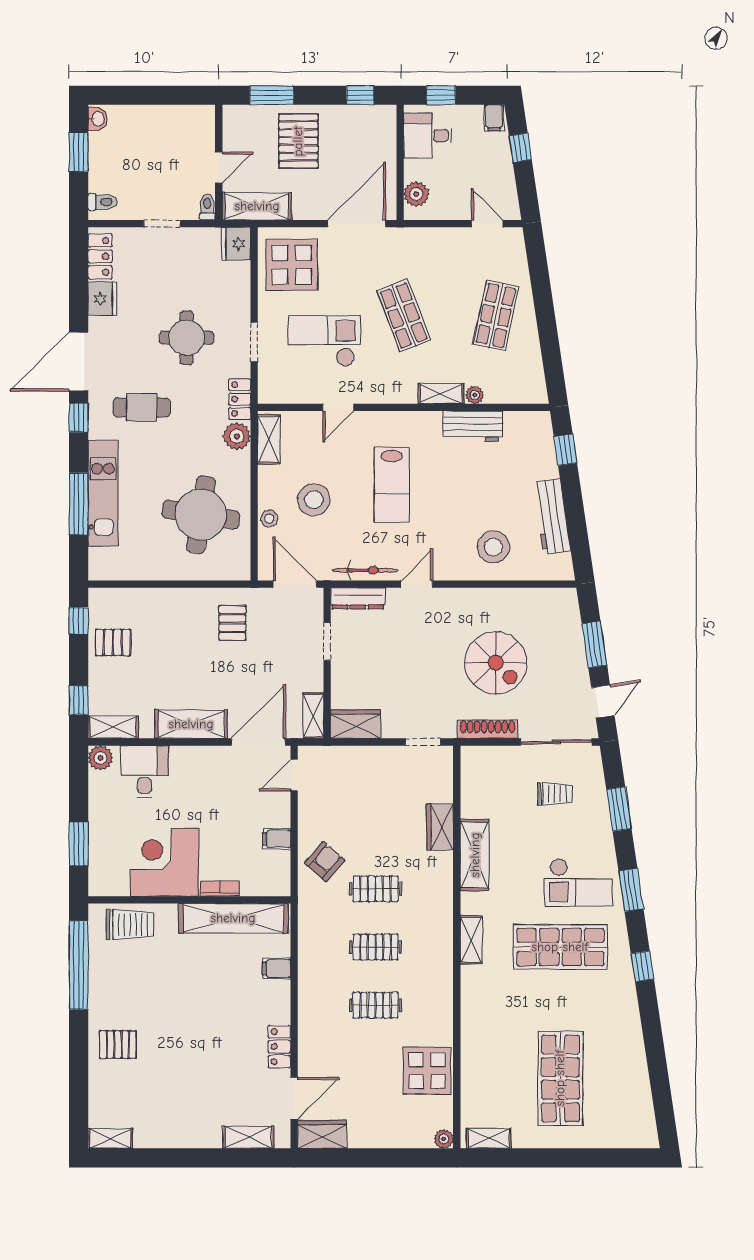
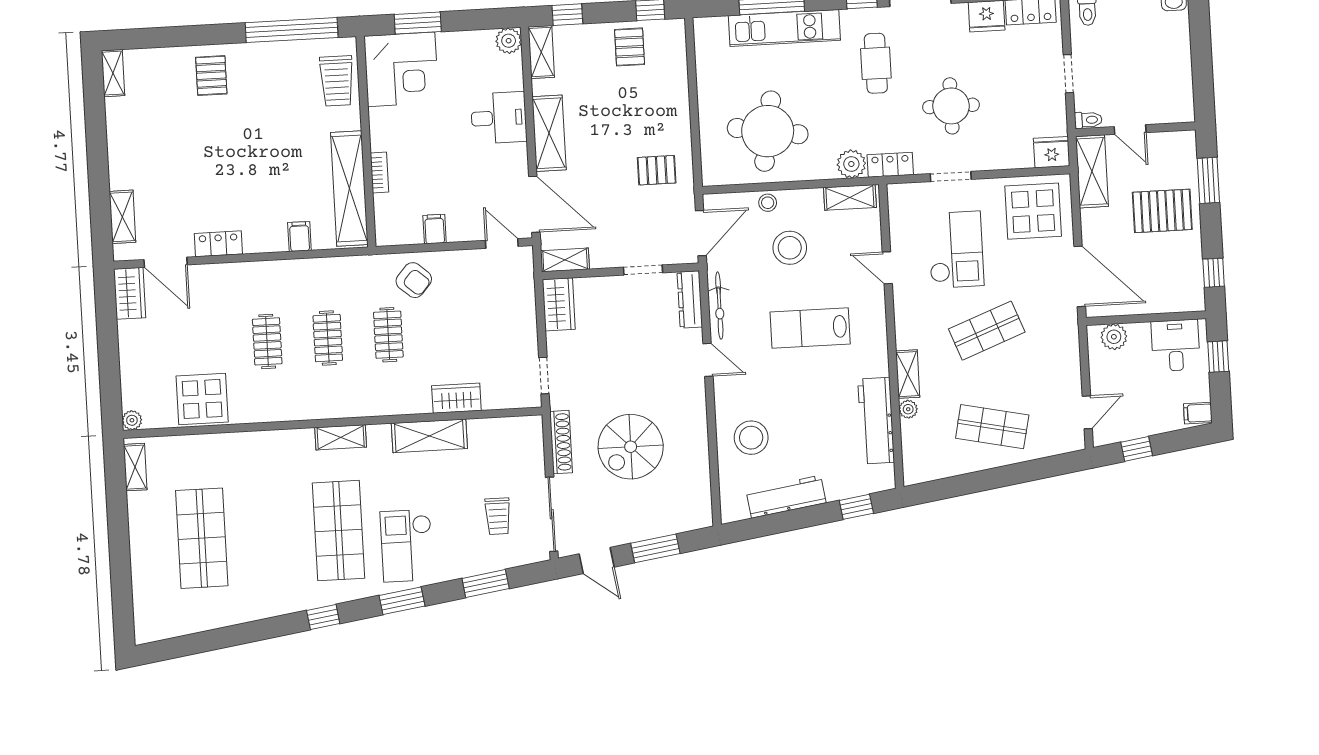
window: (520, 148) -> (1137, 449), moved
workbench: (473, 426) -> (876, 421), width x1.37
desk: (145, 771) -> (499, 118), moved
corner desk: (164, 862) -> (401, 69), moved, turned 90
shop shelf: (560, 1078) -> (202, 538), turned 90

